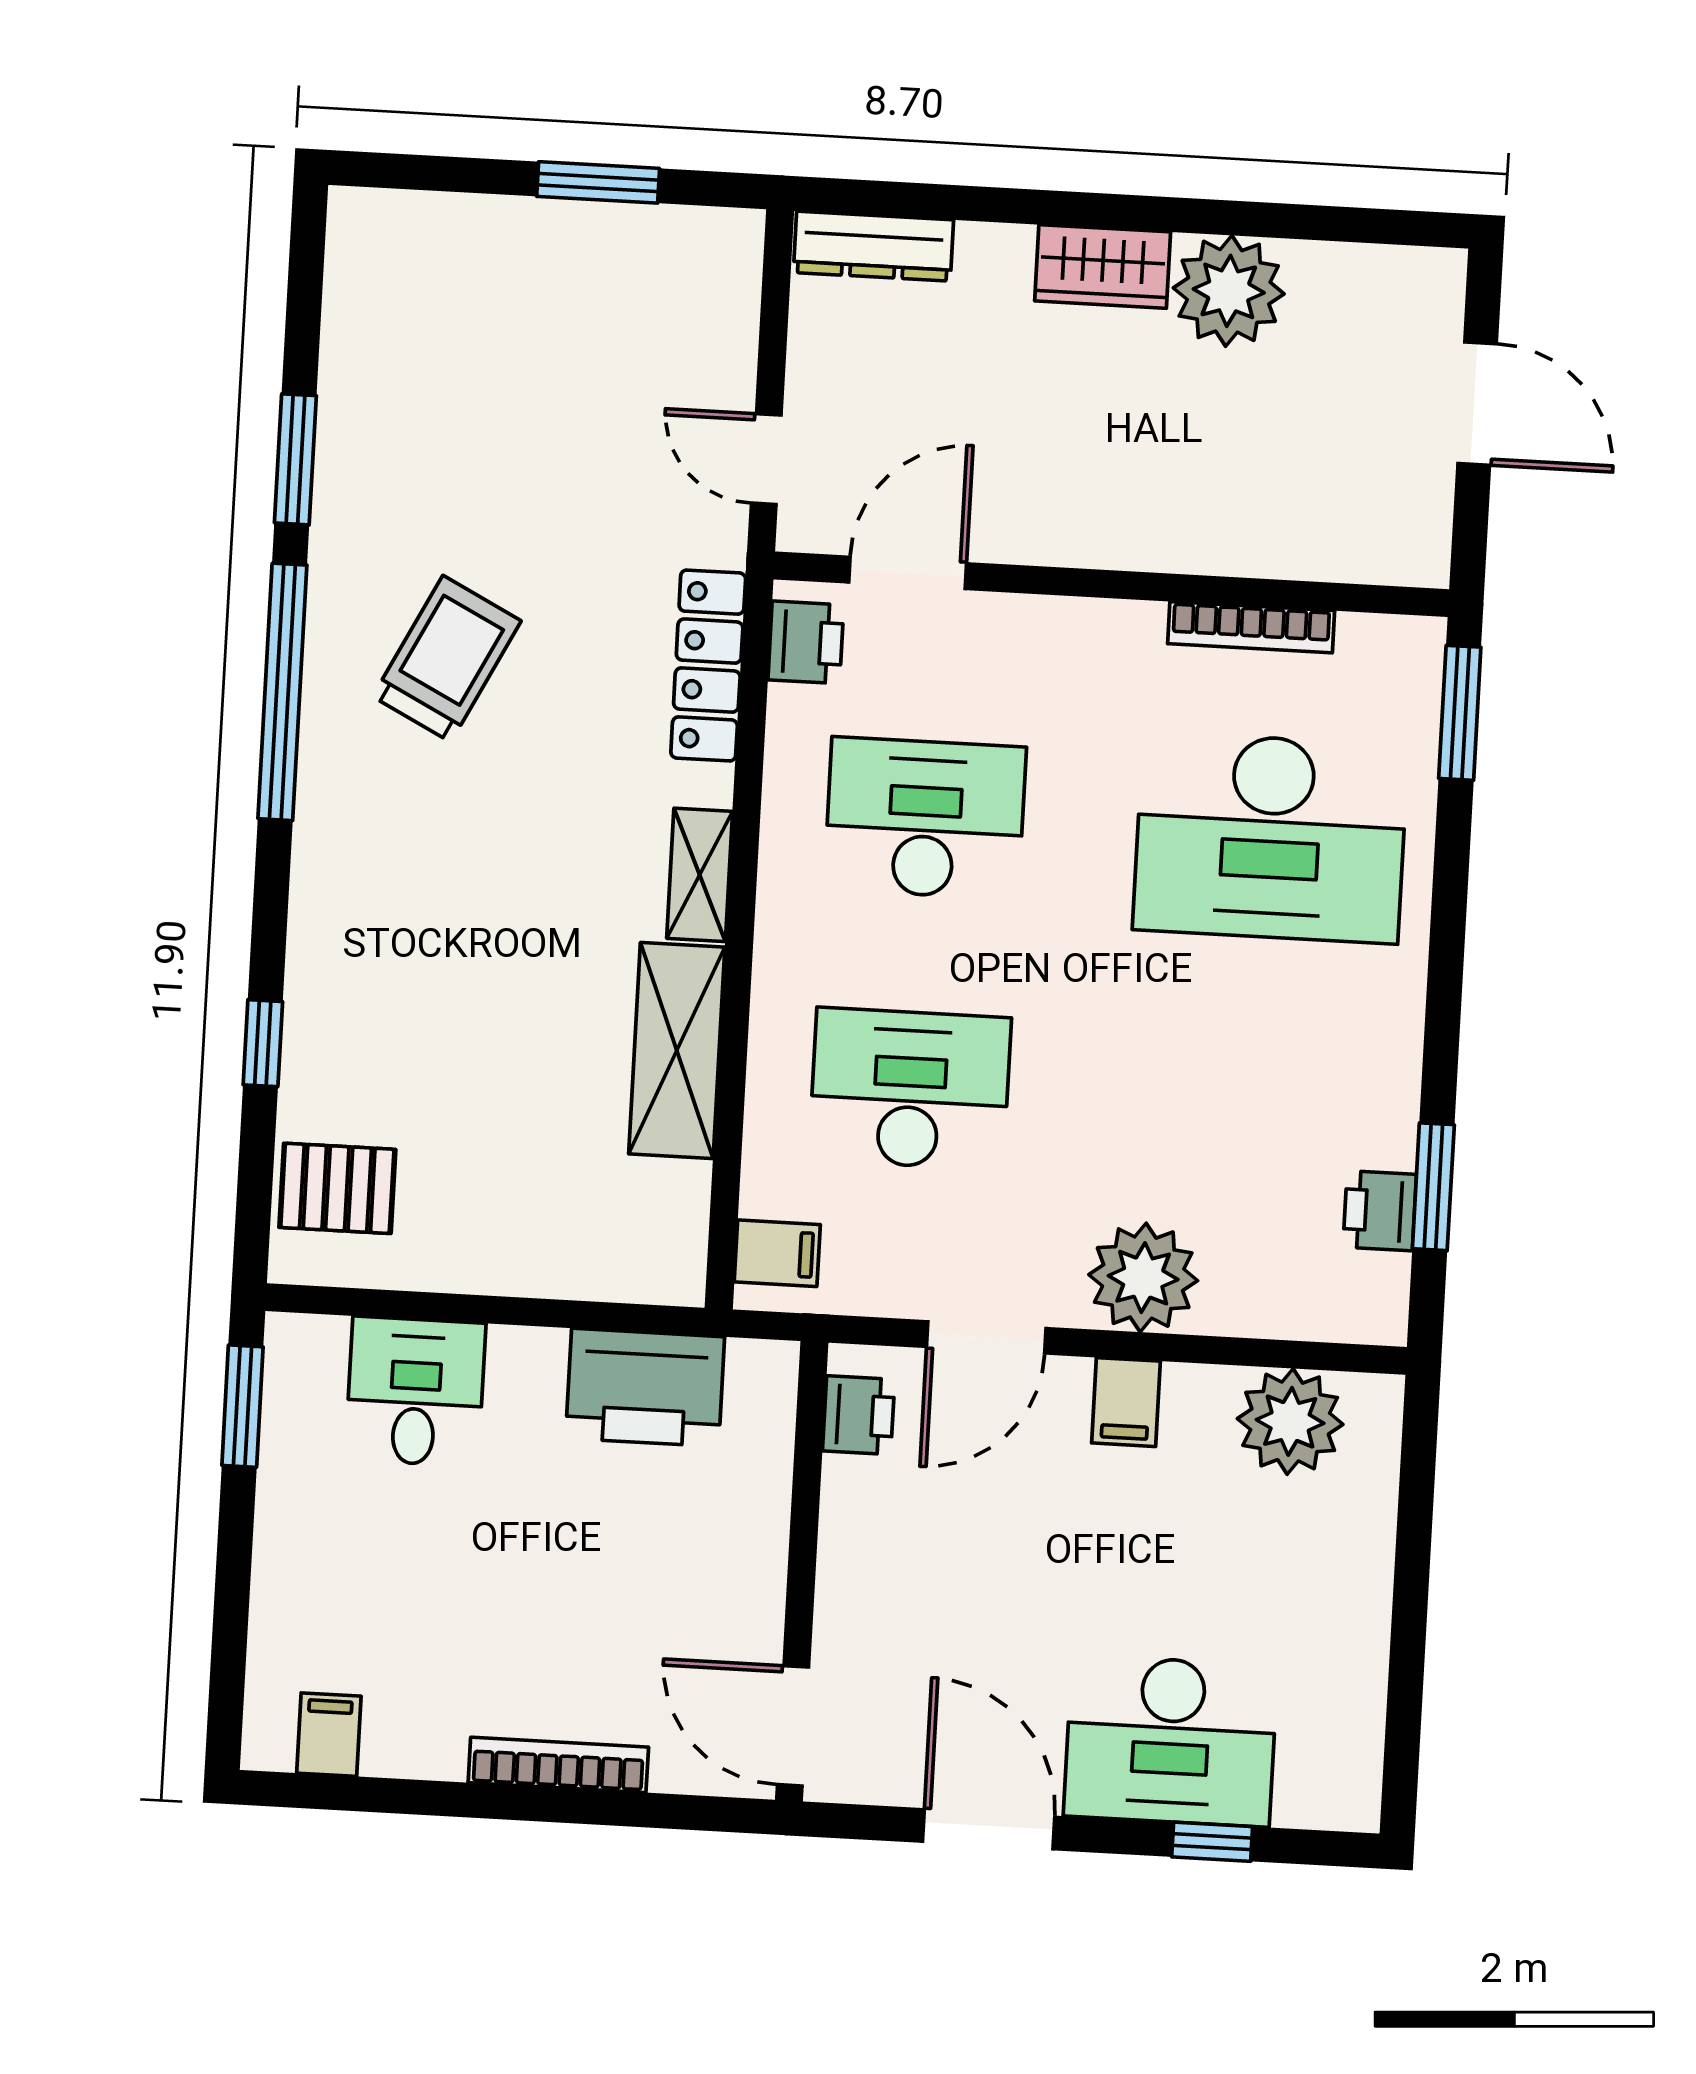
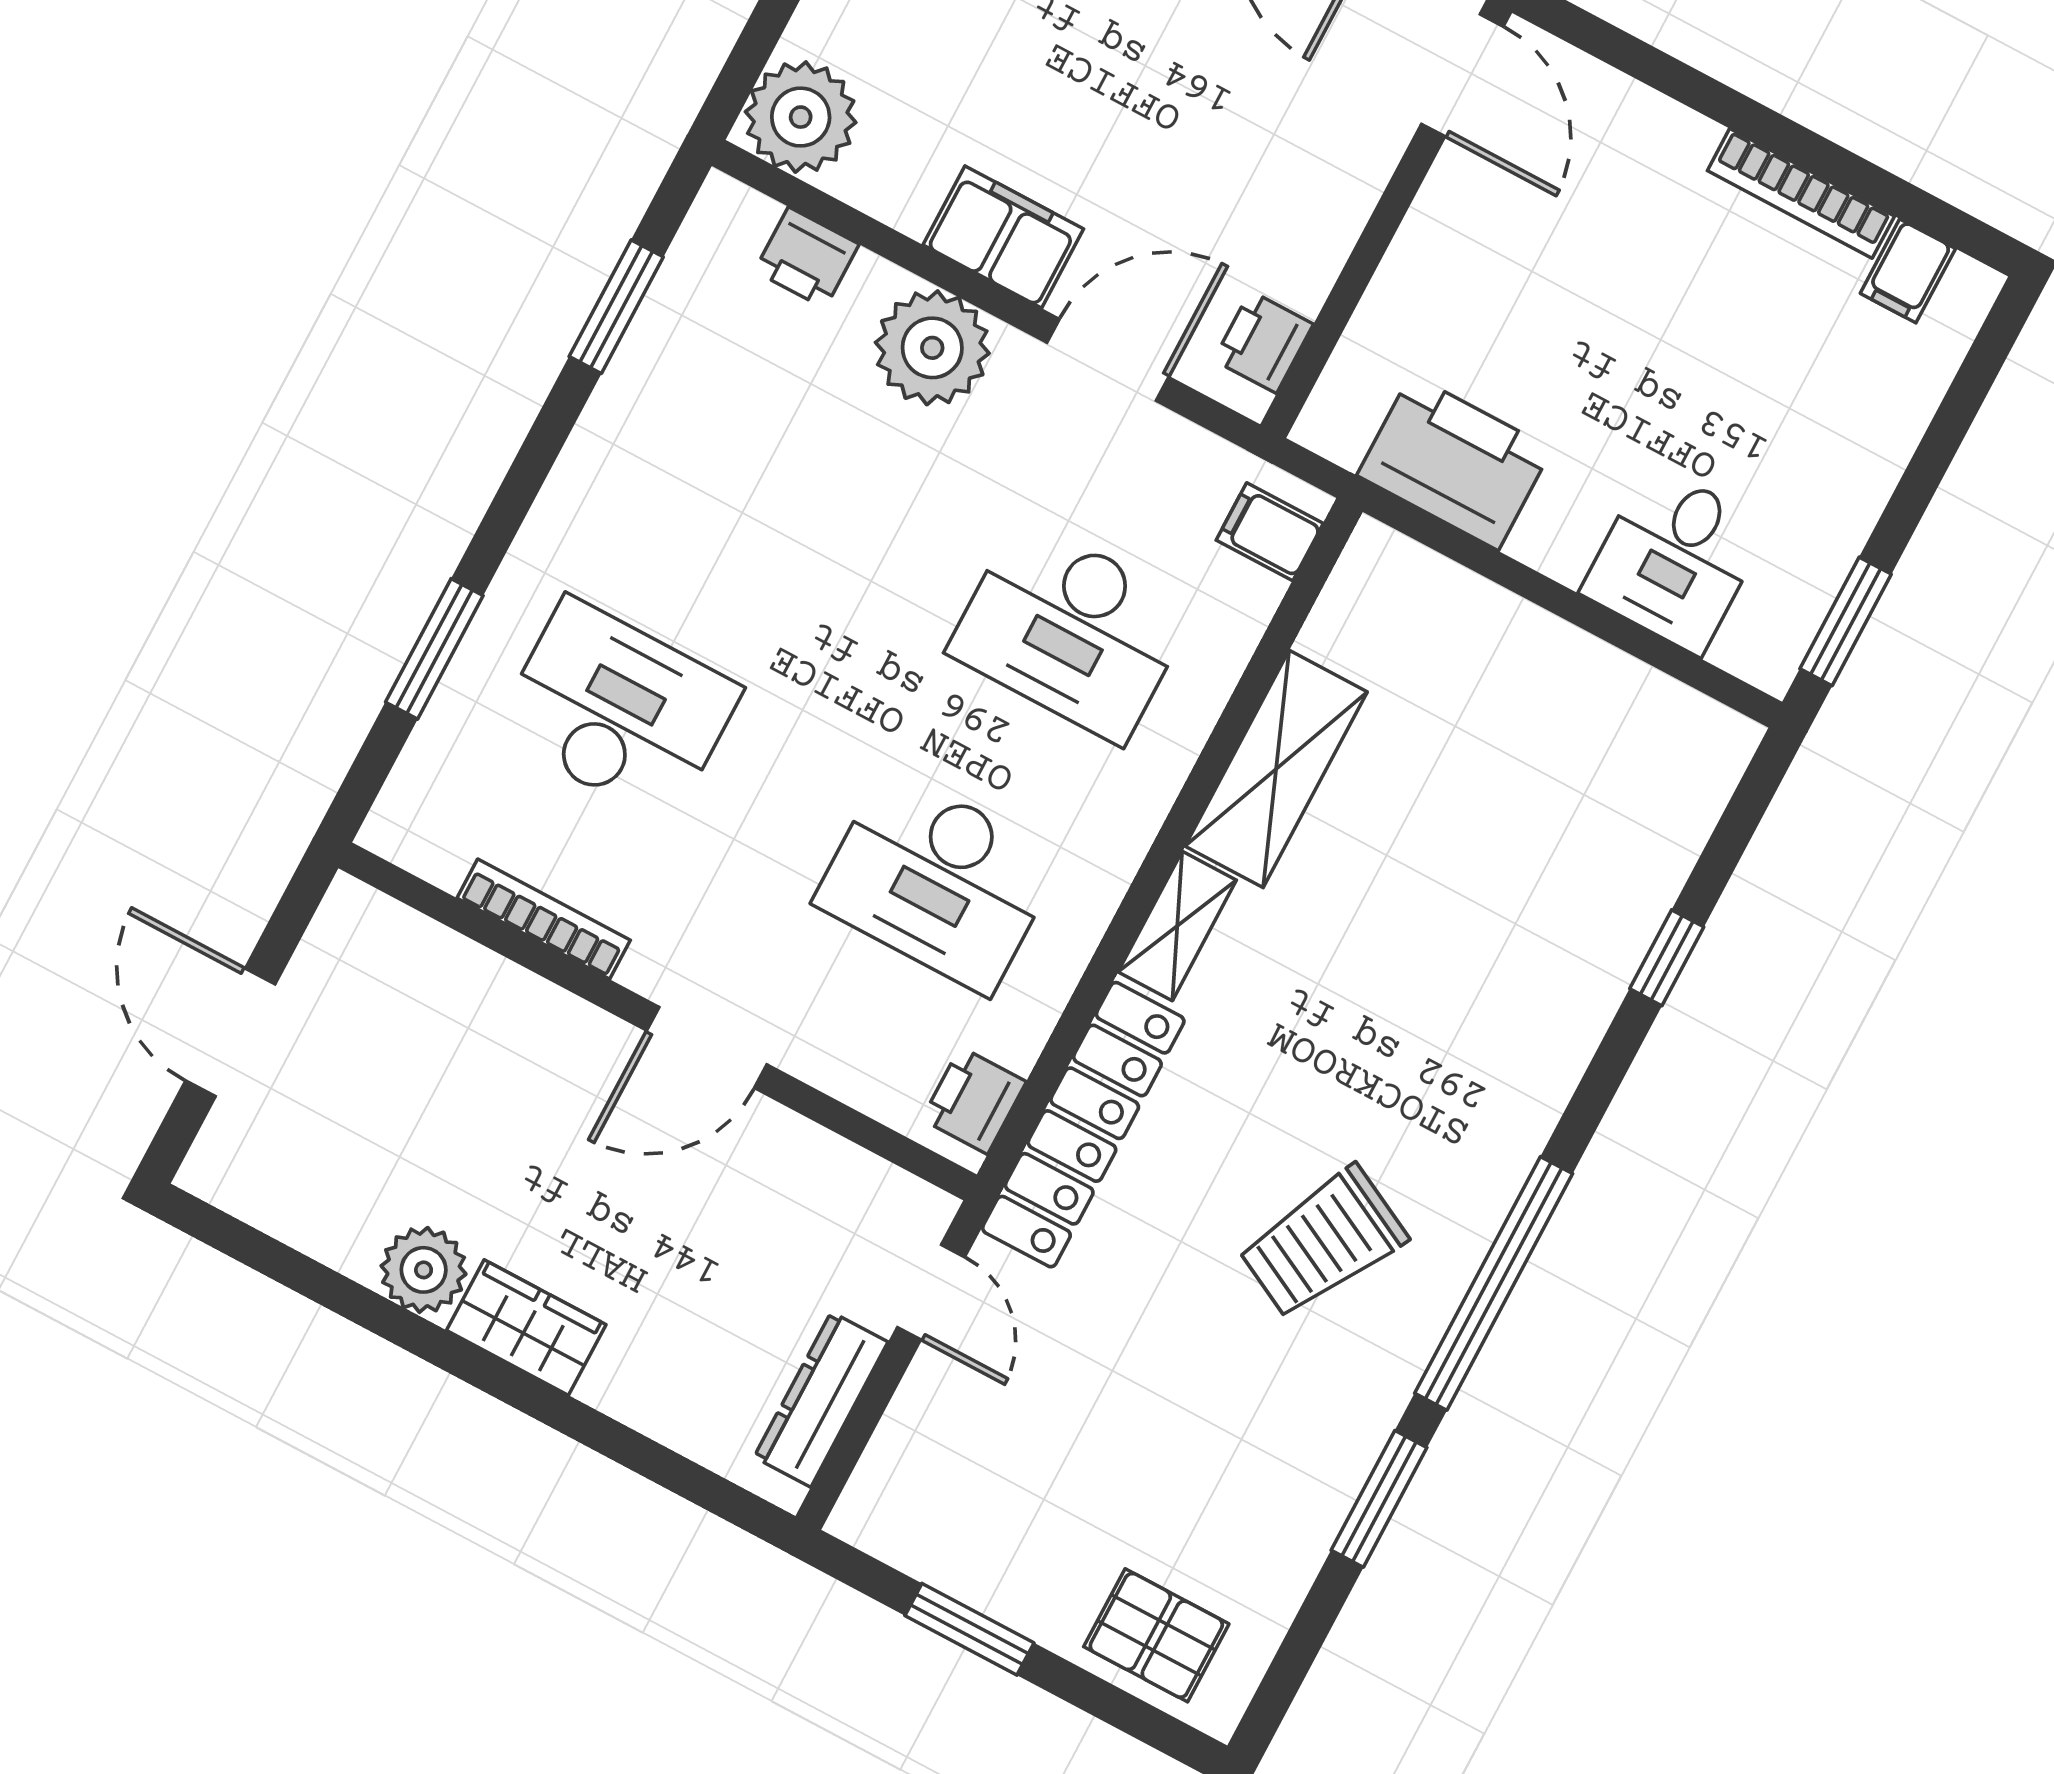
dresser: (874, 246) -> (821, 1399), moved, turned -90
plant: (1229, 291) -> (424, 1270), width x0.73, depth x0.73
door: (908, 573) -> (707, 1047), moved
locker: (708, 666) -> (1083, 1125), width x1.41, depth x1.21
window: (1460, 713) -> (434, 649), moved
desk: (1270, 838) -> (618, 710), width x0.73, depth x0.77
pallet: (337, 1188) -> (1156, 1635), moved
printer: (1380, 1211) -> (807, 258), moved, turned 90
filing cabinet: (1126, 1402) -> (1003, 237), width x2.00
plant: (1290, 1421) -> (801, 117), moved
bookcase: (558, 1765) -> (1801, 193), moved

